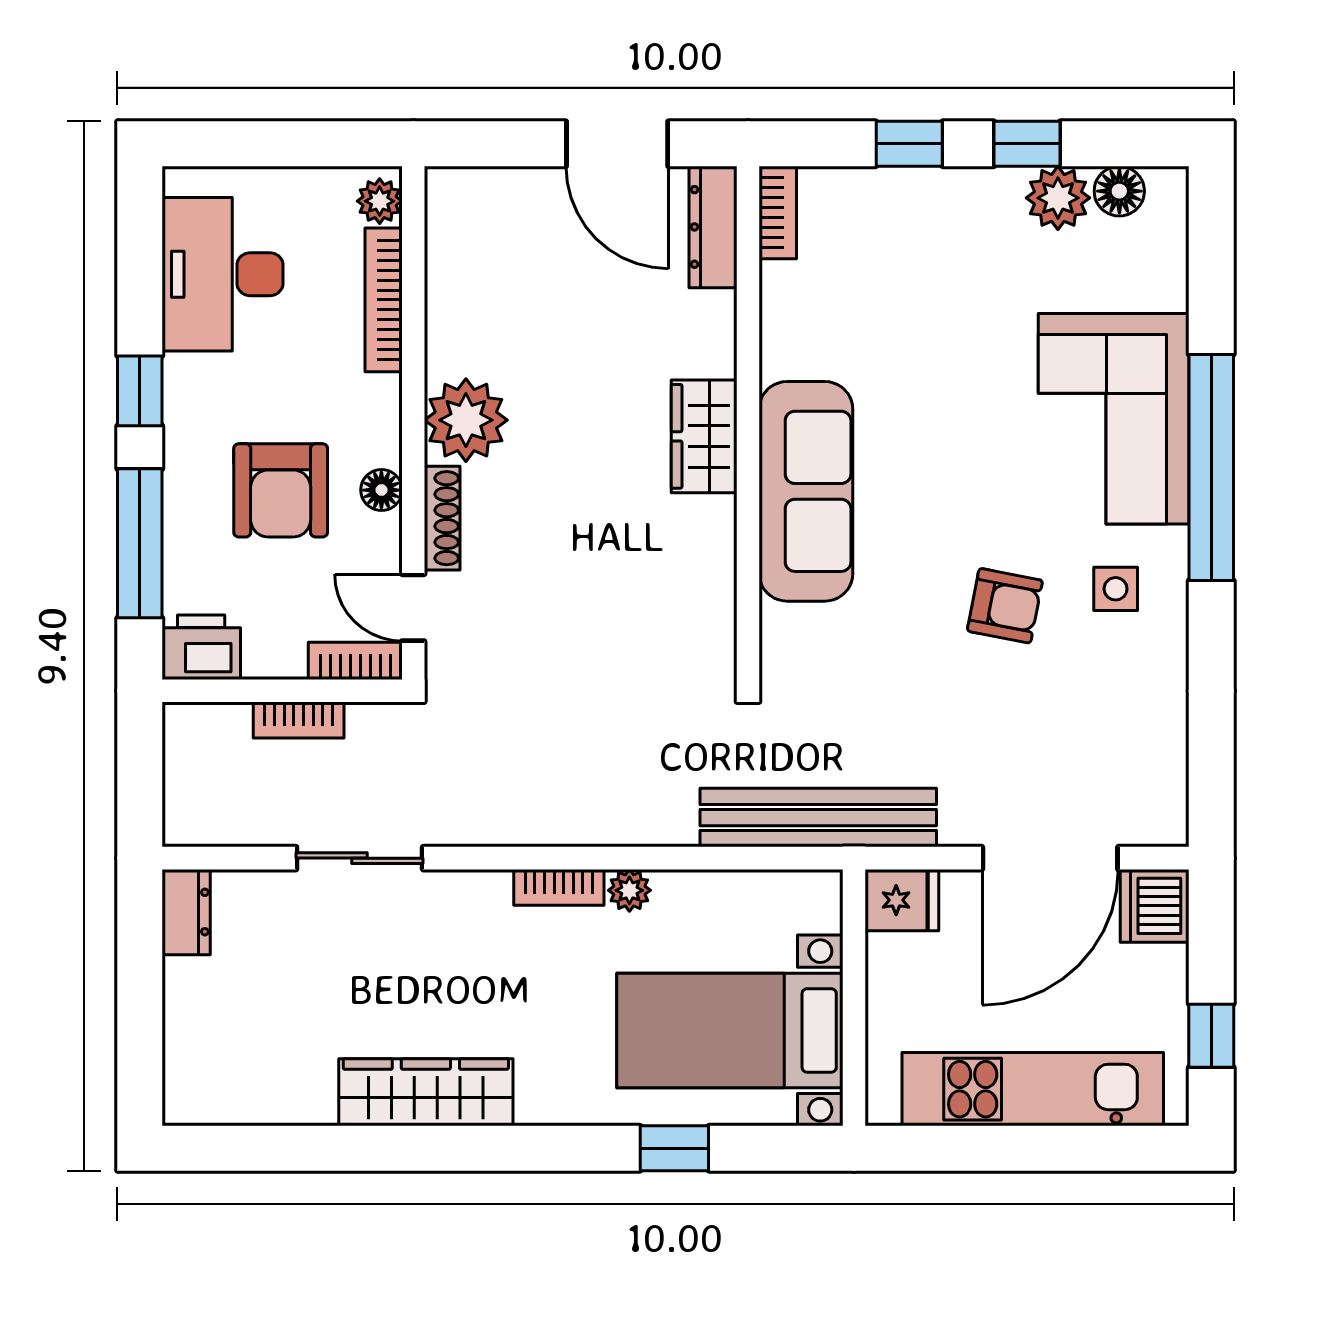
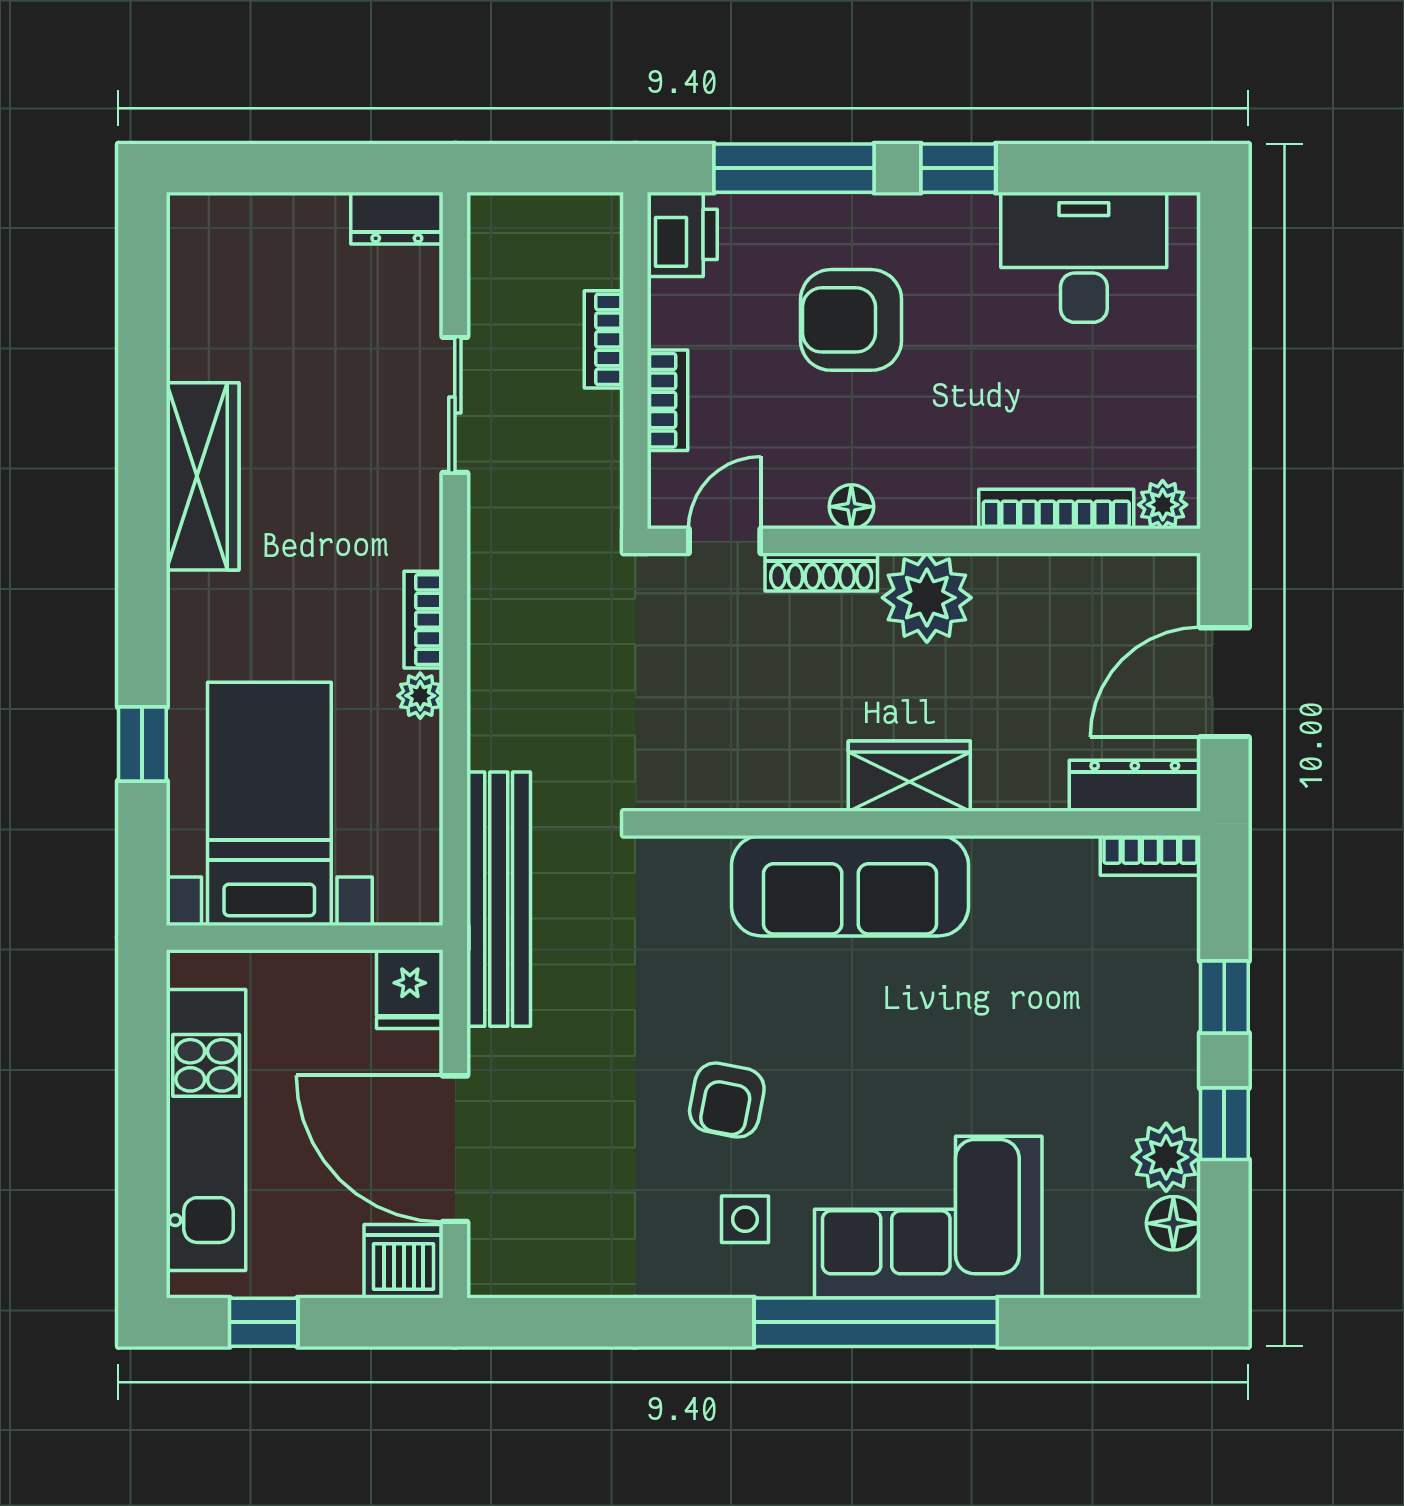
plant: (380, 201) -> (1163, 505), moved
bookcase: (384, 300) -> (1056, 509), moved
plant: (466, 420) -> (927, 598), moved
wall: (413, 423) -> (924, 541), moved
floor lamp: (381, 490) -> (851, 507), moved
shoe rack: (442, 518) -> (821, 572), moved
door: (413, 608) -> (725, 541), moved

